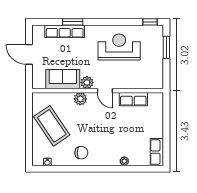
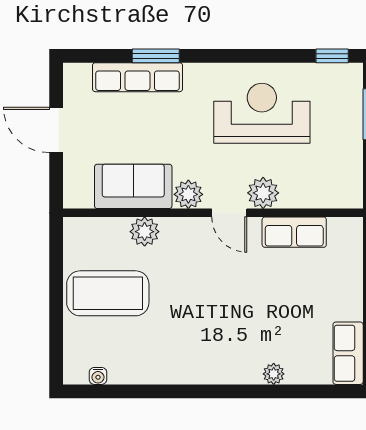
plant: (120, 82) -> (263, 193), added
plant: (80, 99) -> (145, 232), moved
coffee table: (52, 126) -> (108, 293), turned -56
chair: (81, 153) -> (175, 355), removed

